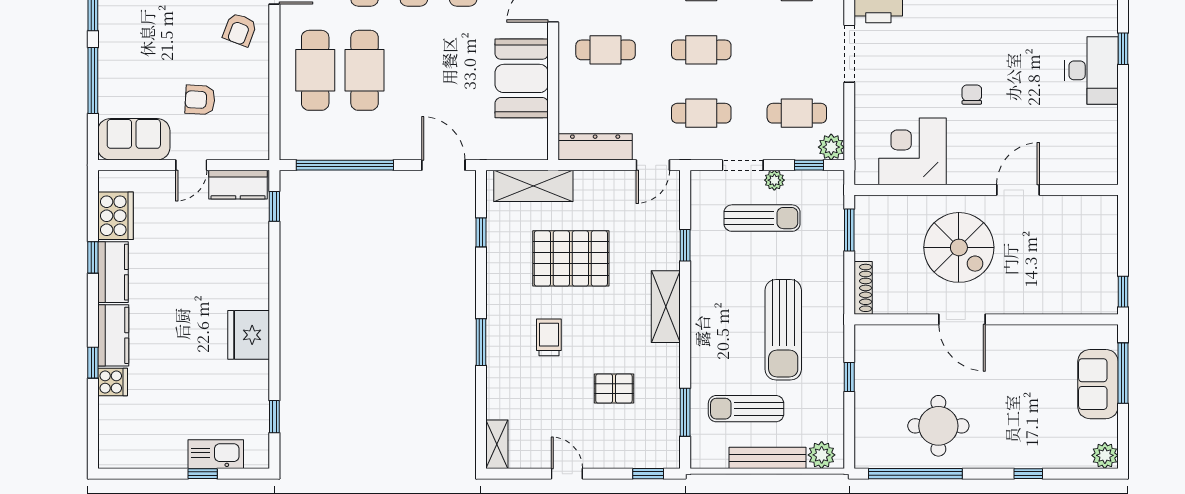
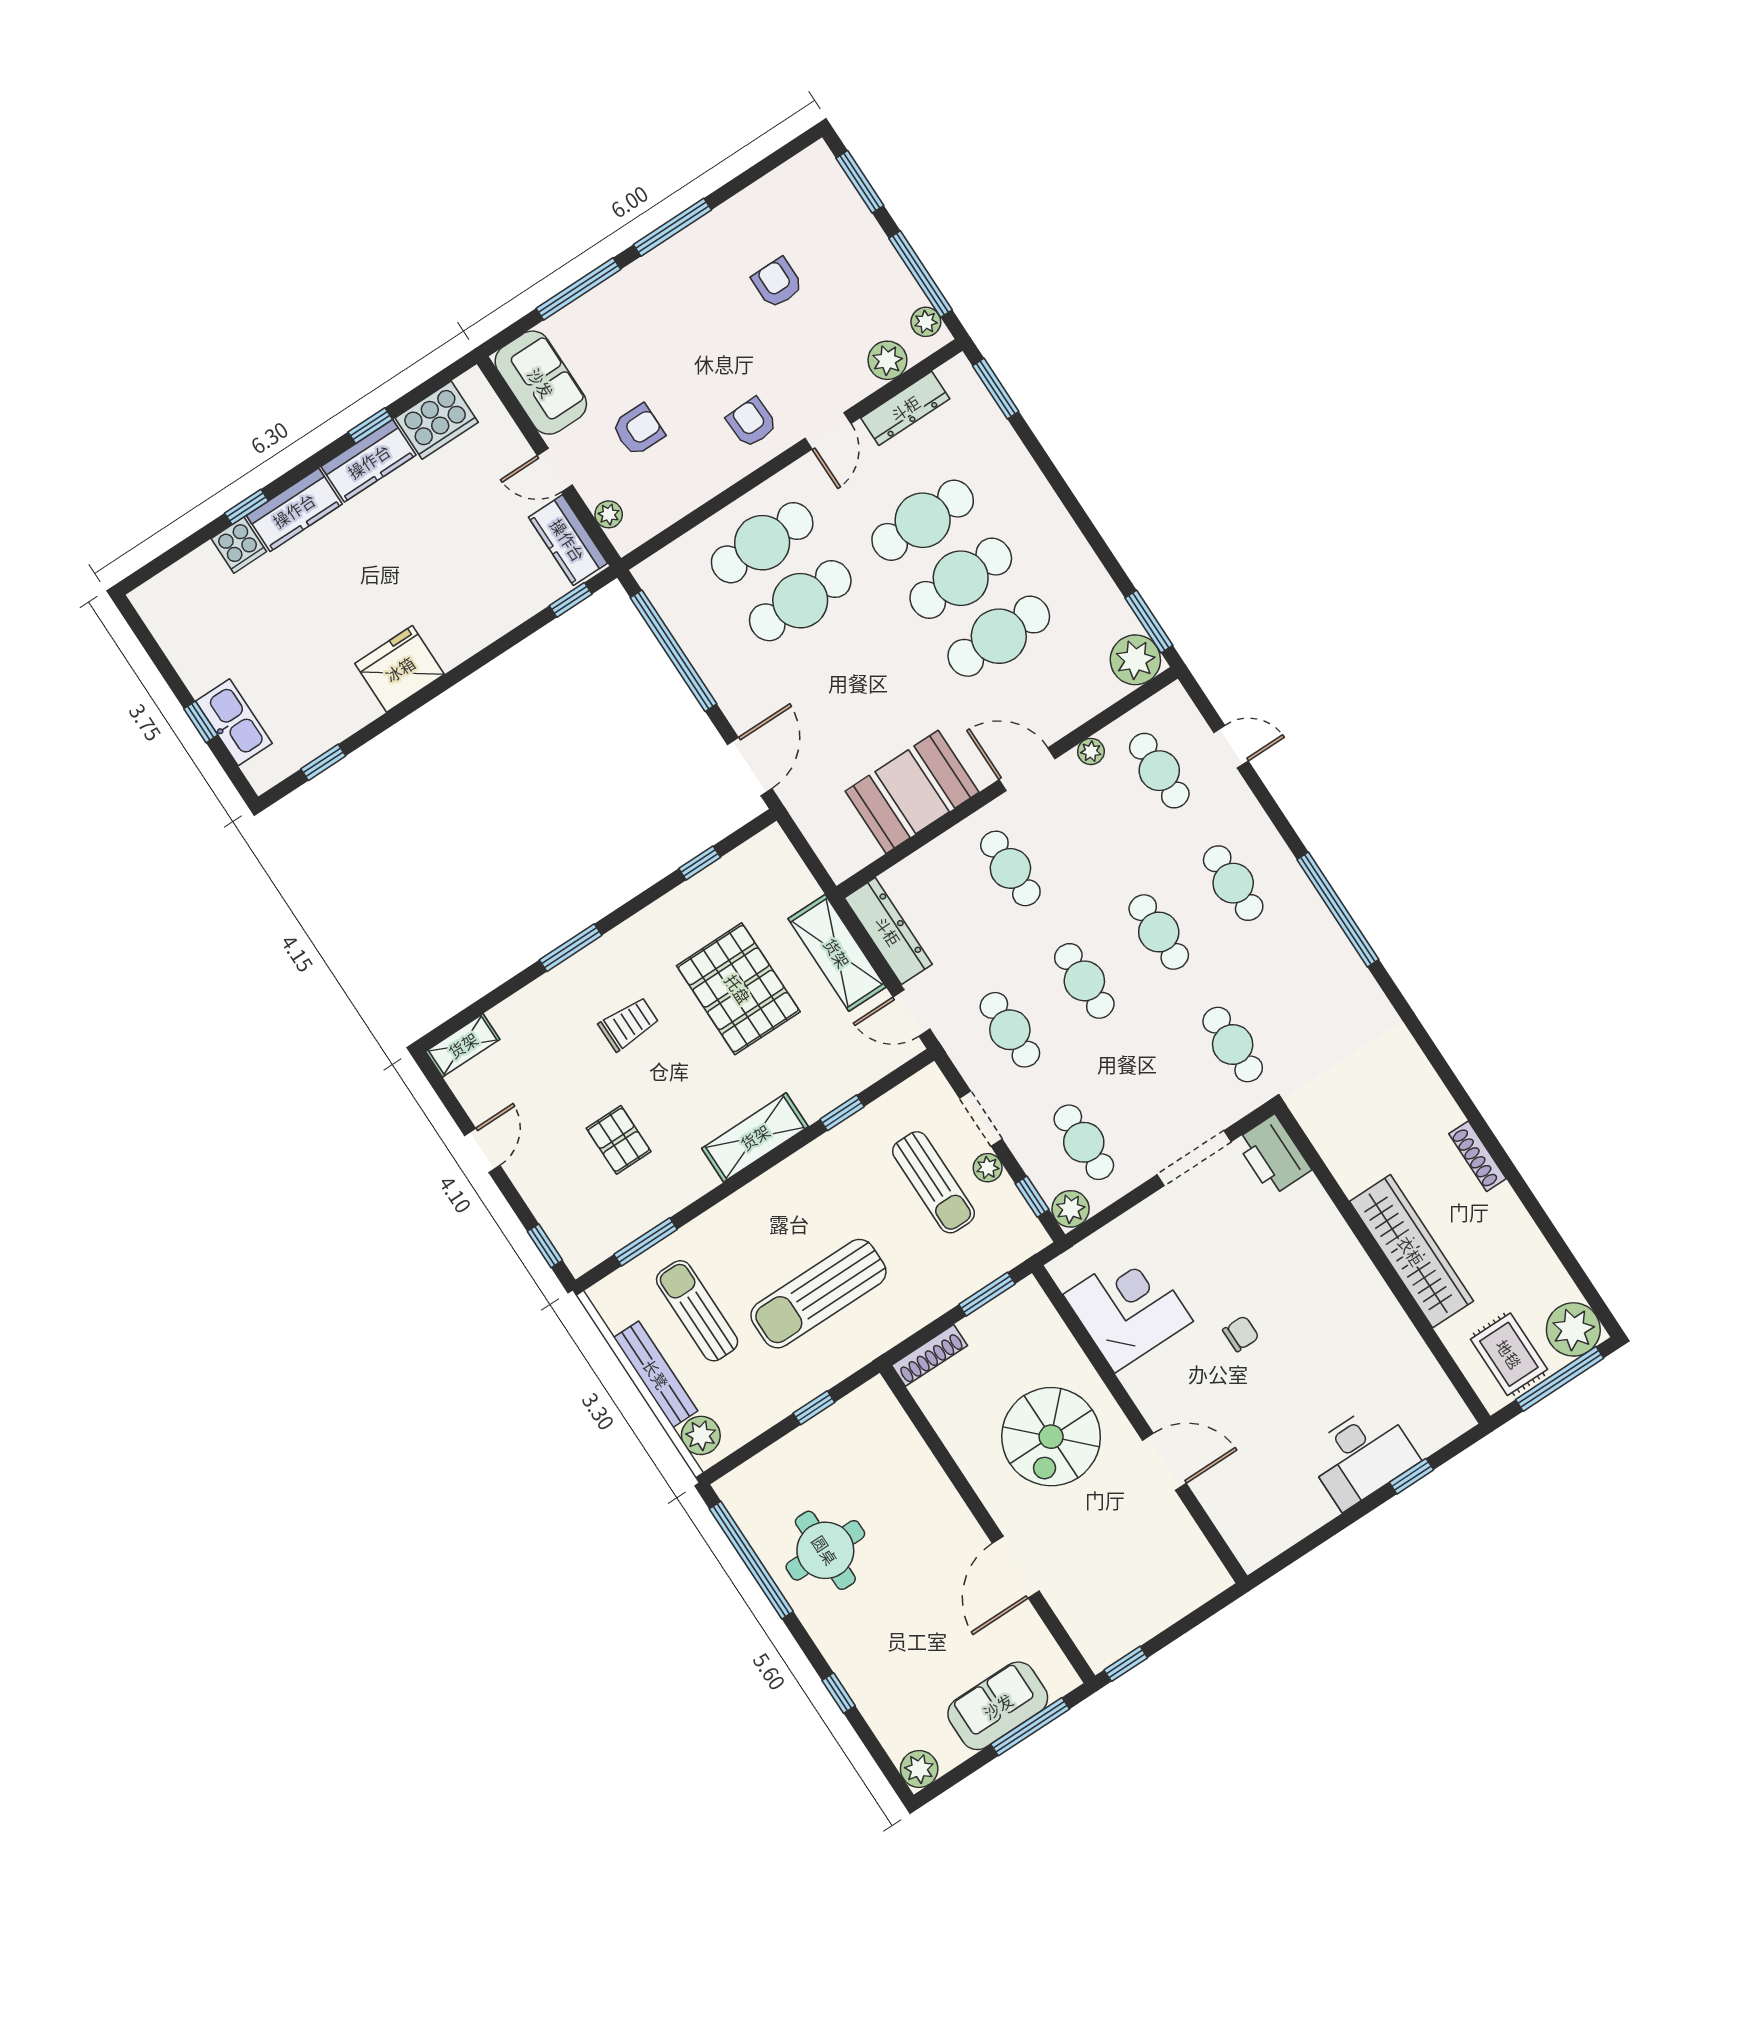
armchair: (240, 30) -> (752, 423), turned 67
armchair: (200, 100) -> (638, 430), turned 87
plant: (239, 150) -> (609, 514), added
shelving: (533, 186) -> (837, 953), moved
door: (962, 319) -> (1016, 1567), moved

